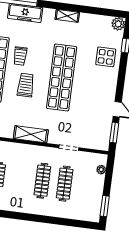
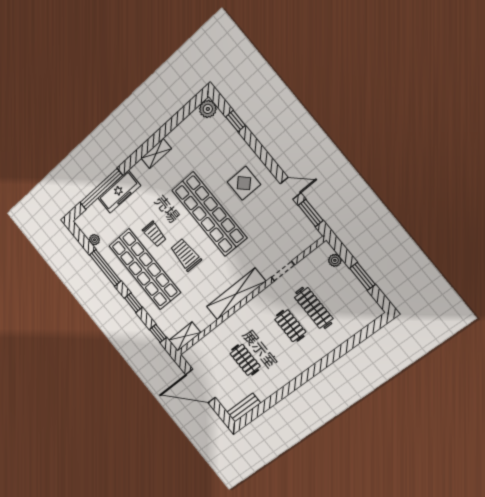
display table: (106, 57) -> (244, 183), moved
shelving: (31, 134) -> (236, 294), width x1.47
clothes rail: (42, 181) -> (290, 326), width x0.73
window: (105, 206) -> (362, 276), moved

